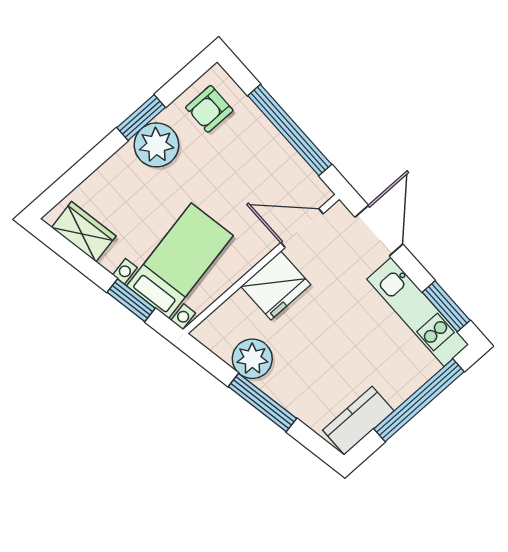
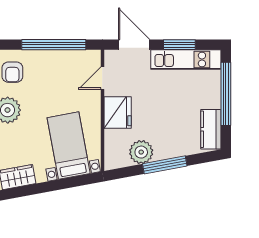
door: (302, 228) -> (102, 78), width x0.73
window: (131, 300) -> (67, 183), removed
window: (446, 306) -> (179, 45), moved

